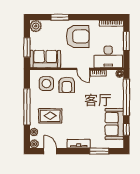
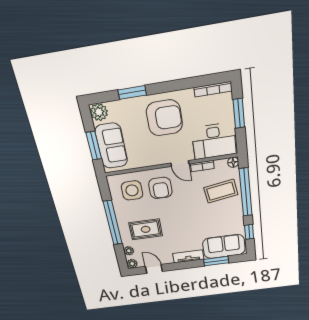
sofa: (45, 59) -> (111, 146), moved, turned 90
coffee table: (109, 94) -> (221, 191), added
sofa: (114, 124) -> (224, 246), moved, turned 90

